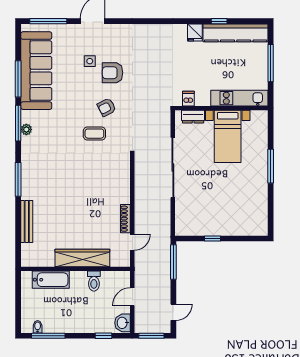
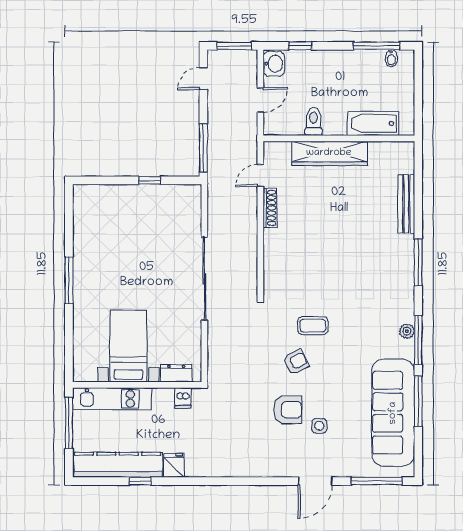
kitchen unit: (239, 98) -> (112, 399), moved
dishwasher: (188, 99) -> (183, 398), moved
wall: (221, 108) -> (137, 385), moved
dresser: (193, 117) -> (176, 373), moved
bed with nightstands: (228, 136) -> (128, 346), moved

